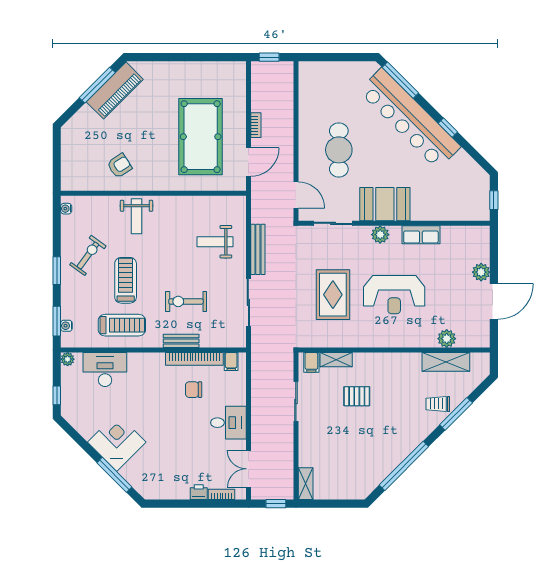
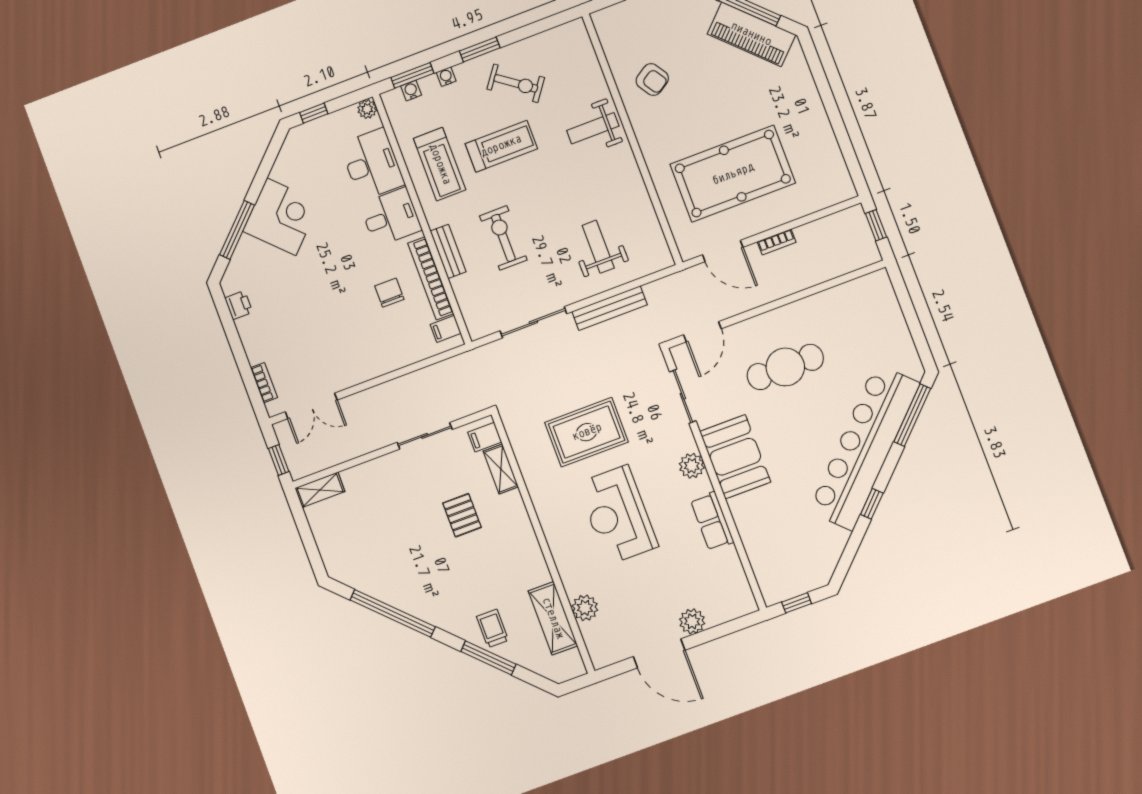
water cooler: (66, 209) -> (446, 77), moved
desk: (228, 423) -> (391, 217), moved, turned -90
double door: (248, 469) -> (311, 406), swing flipped
printer: (199, 492) -> (239, 305), moved

